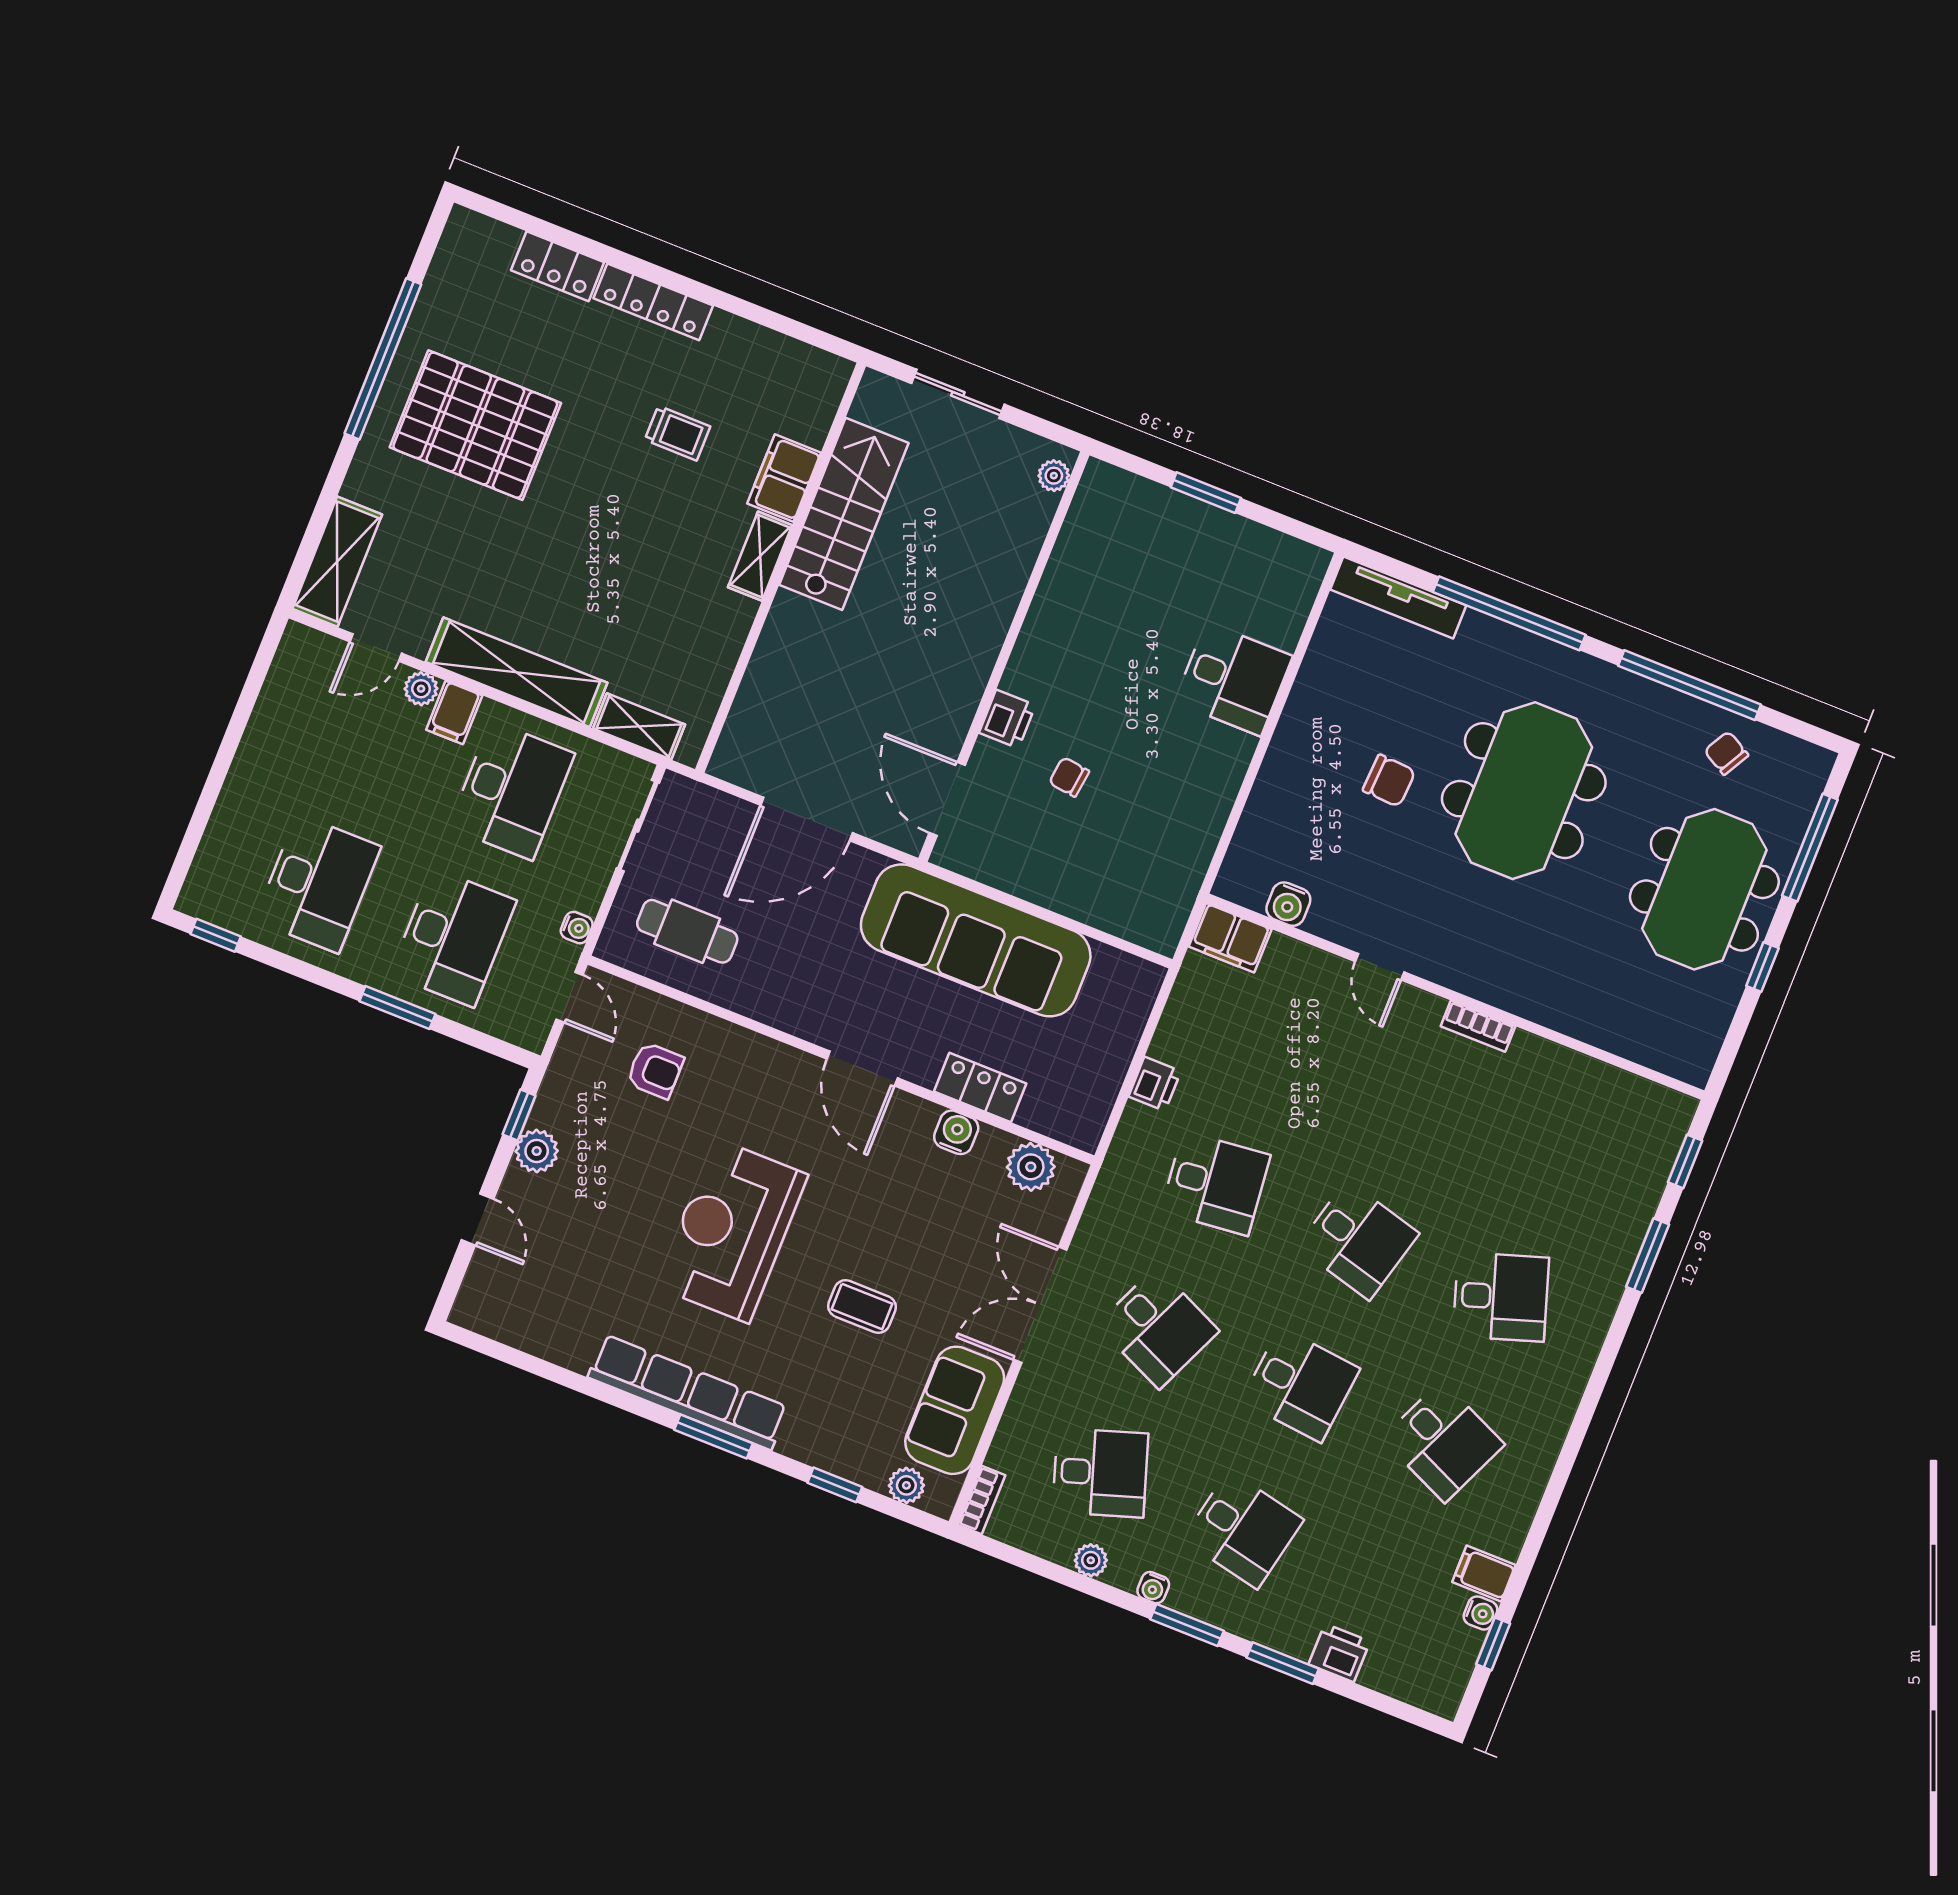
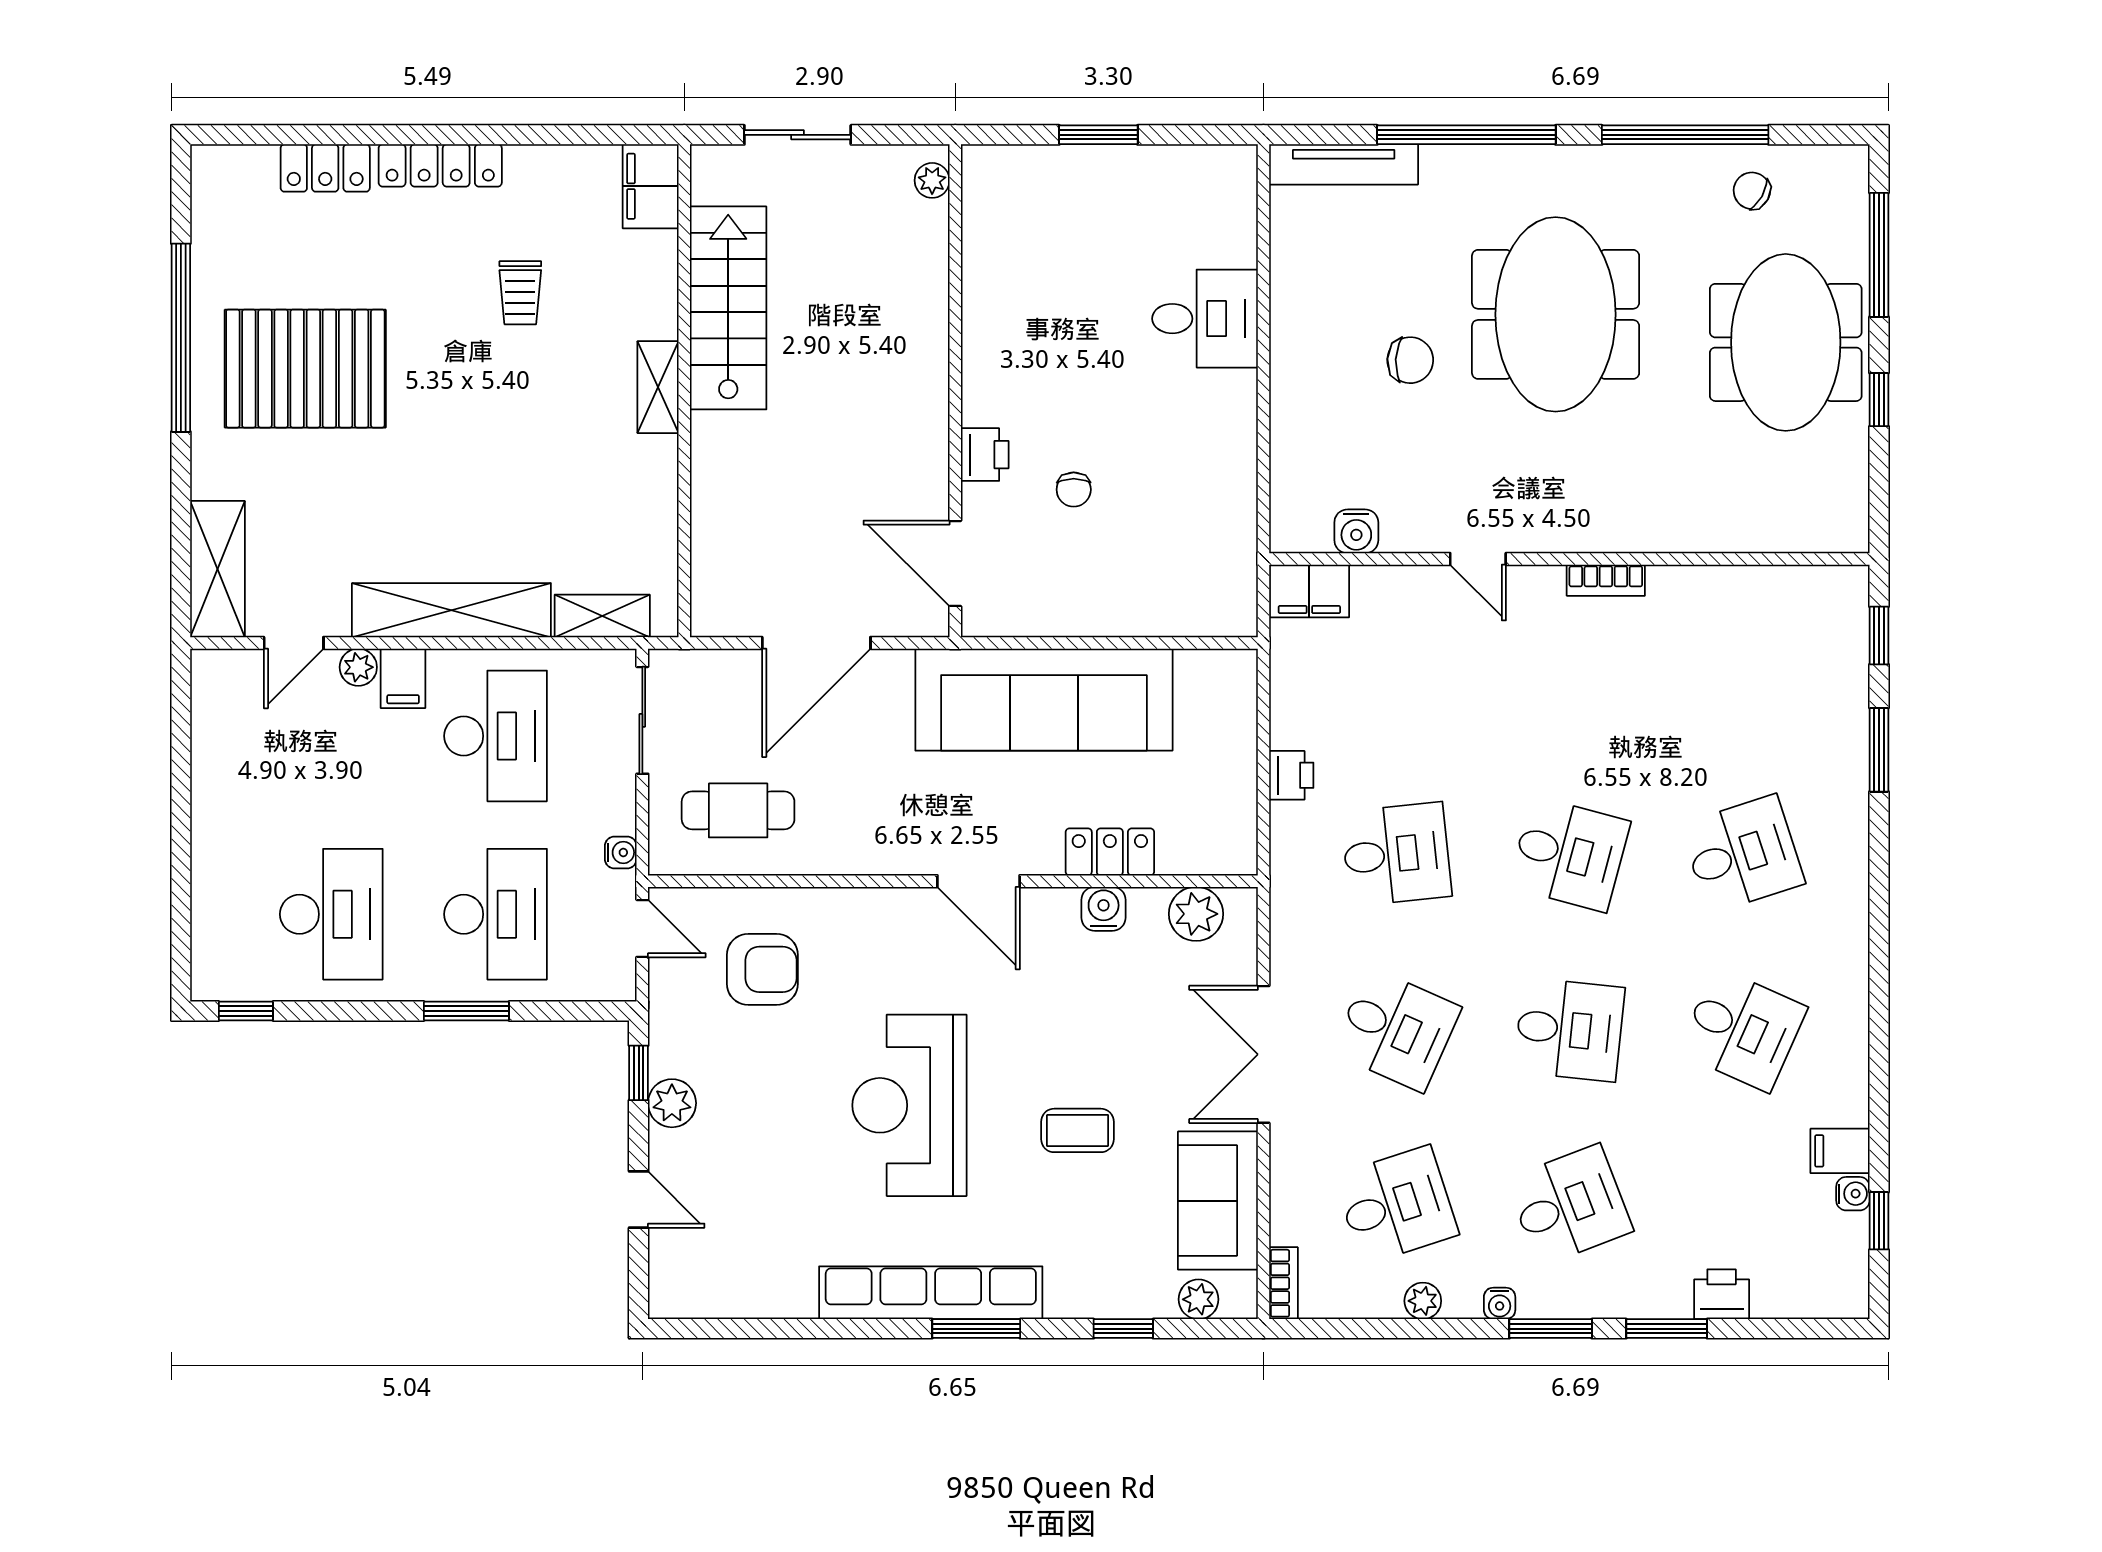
trolley: (677, 433) -> (520, 293), turned 90
filing cabinet: (784, 478) -> (651, 186), moved
chair: (1069, 777) -> (1074, 490), turned -97
armchair: (655, 1070) -> (762, 969), width x1.38, depth x1.38
desk: (1243, 1529) -> (1569, 1205), turned -33

